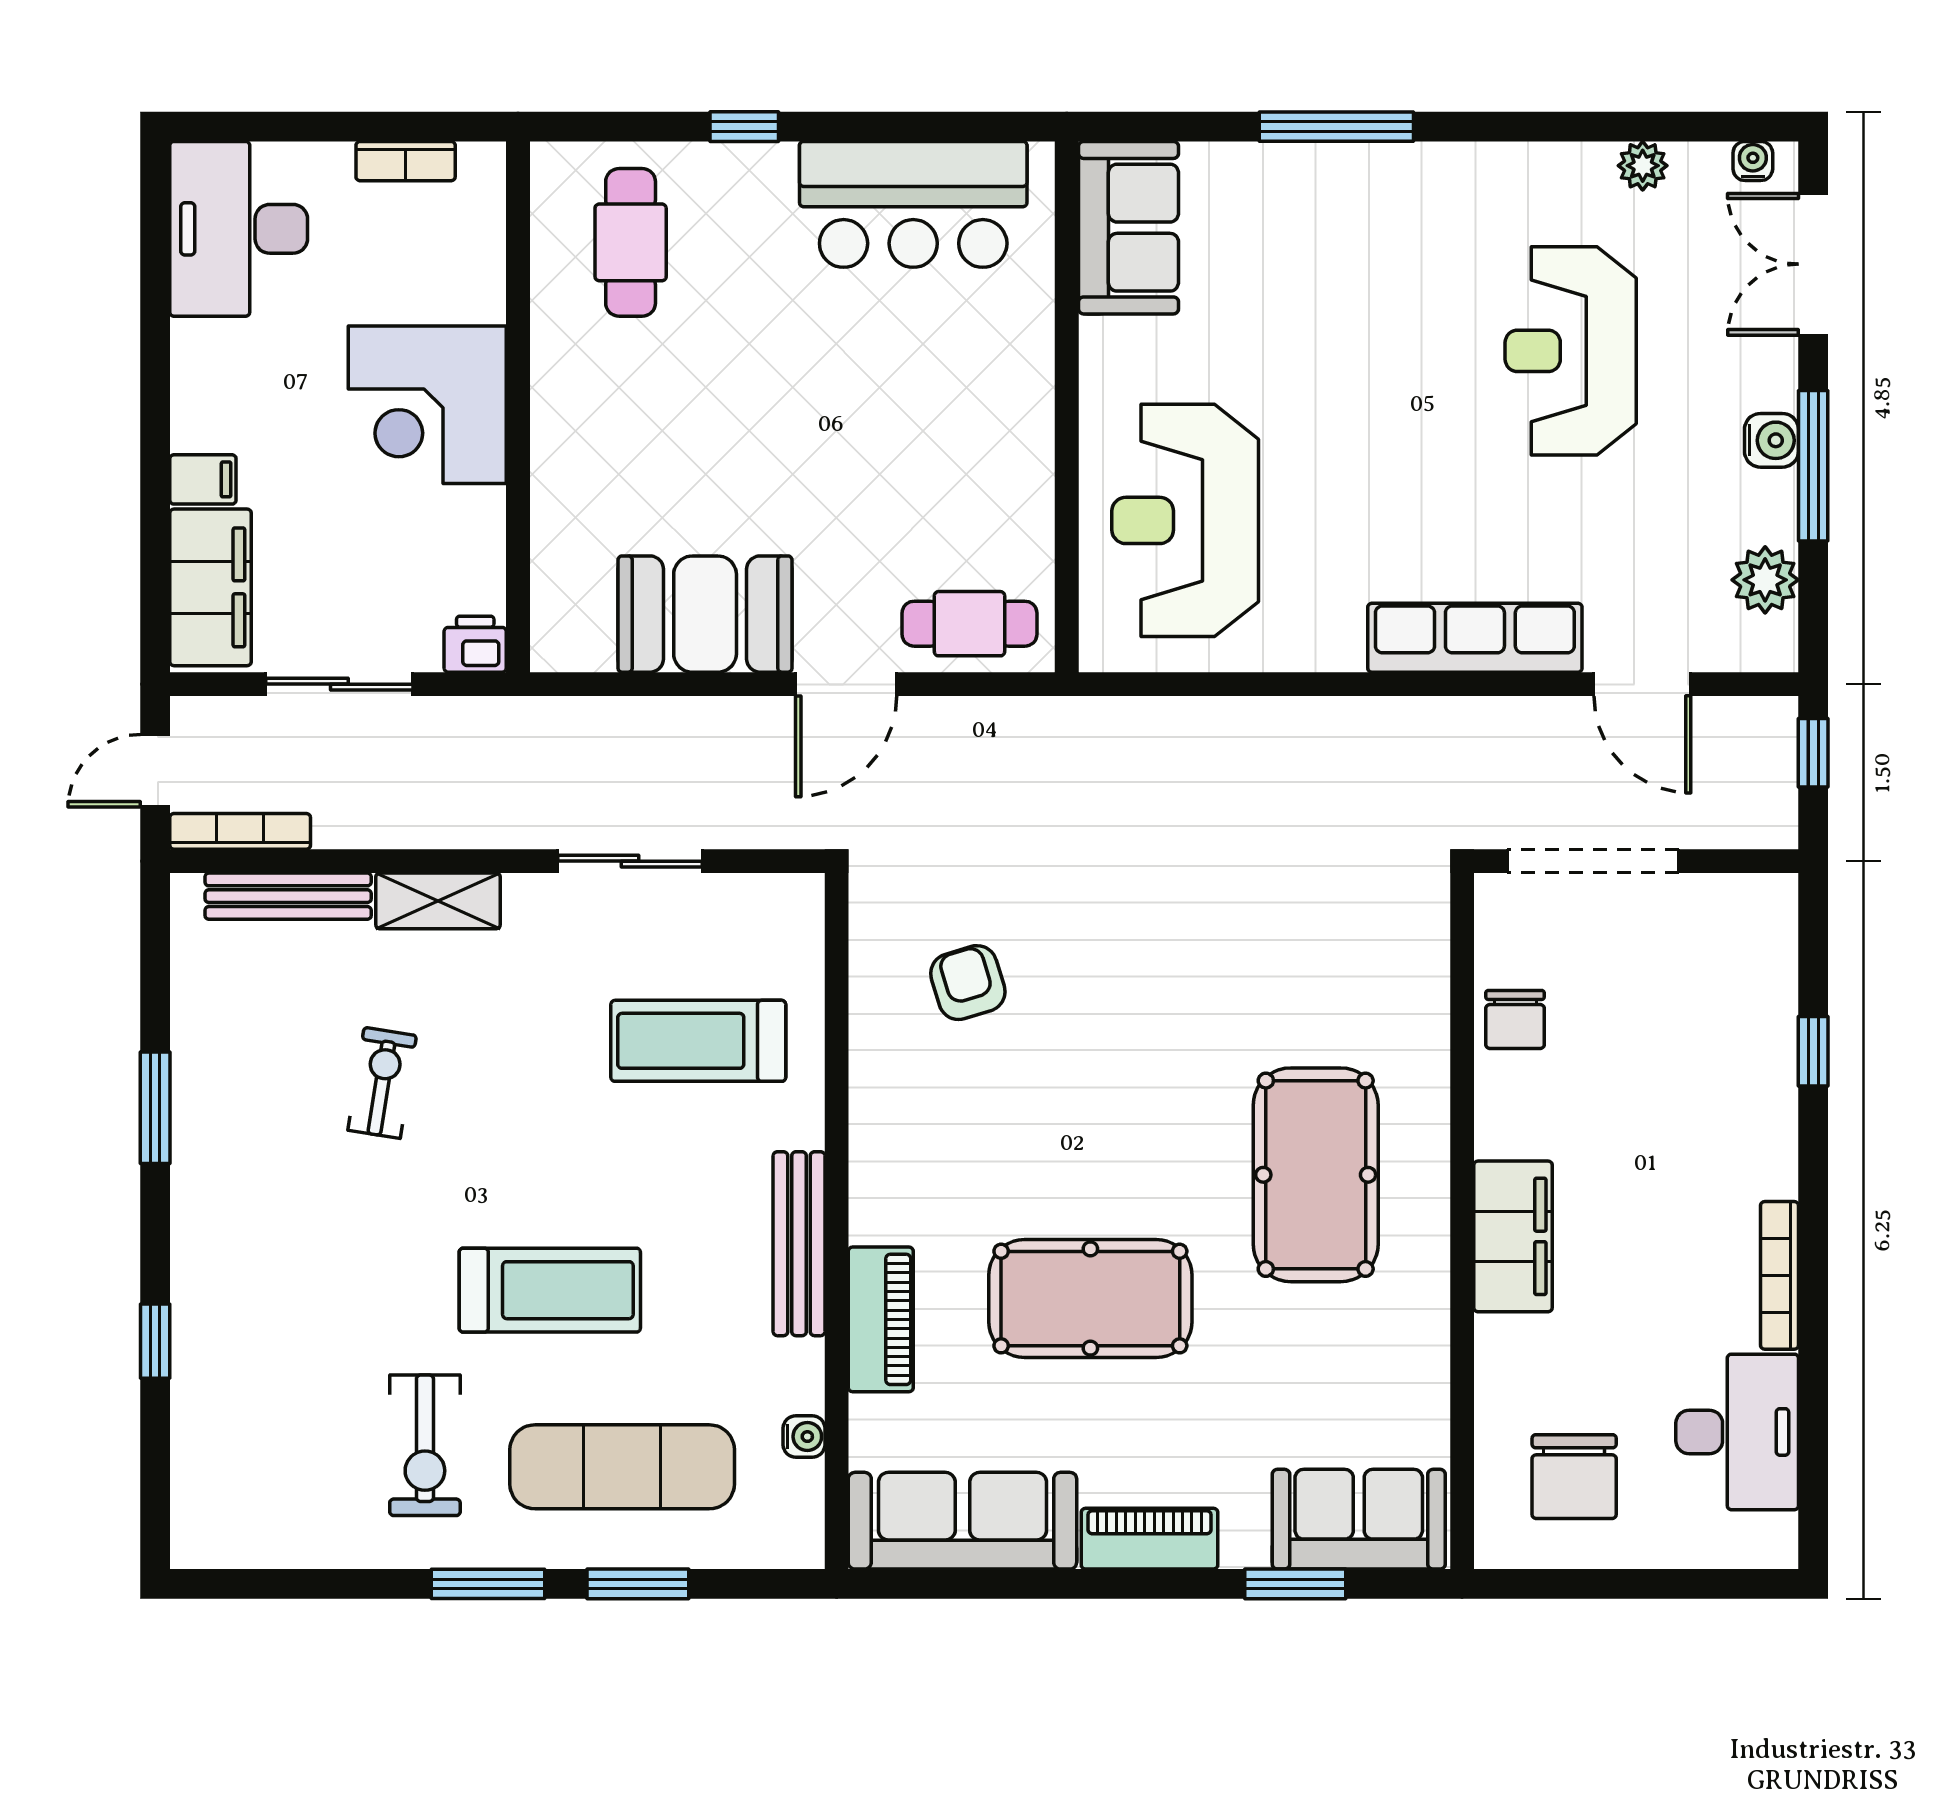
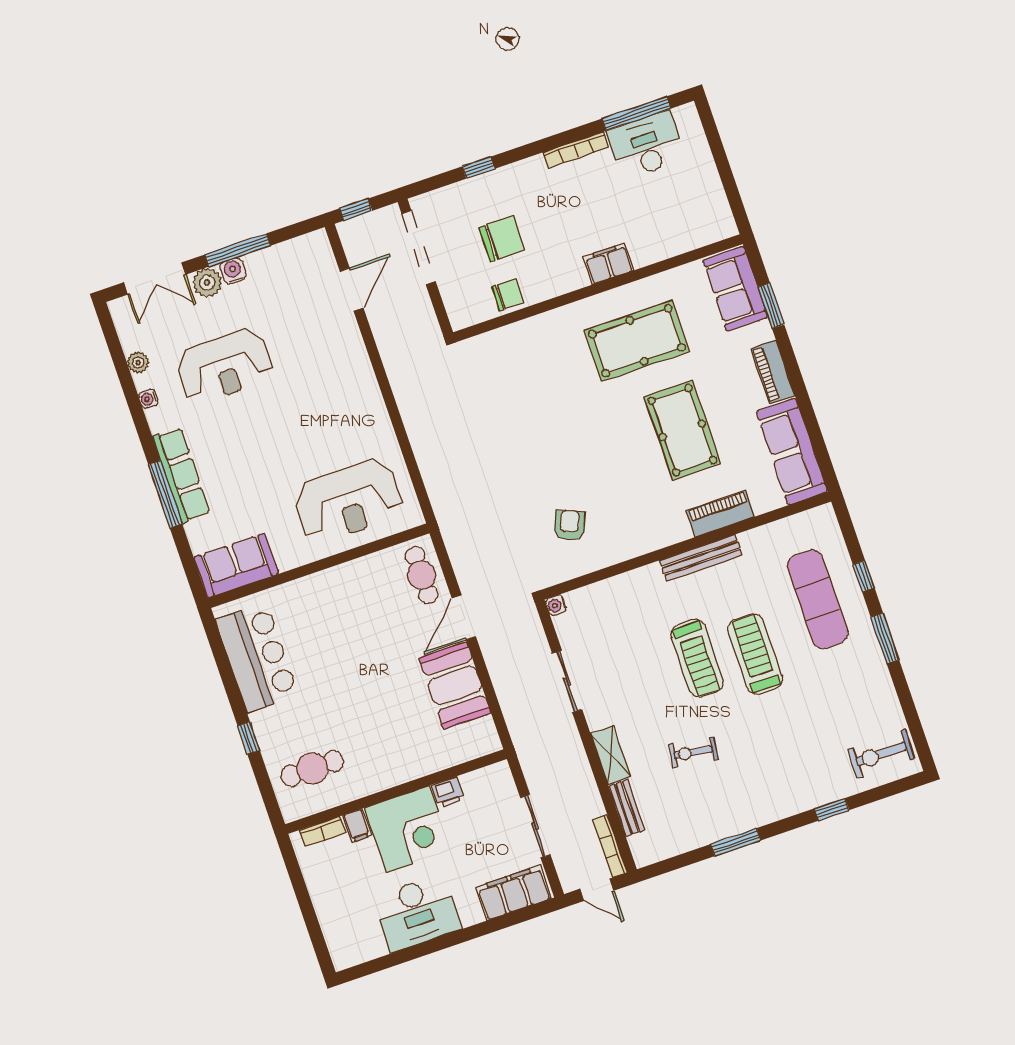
bookcase: (406, 161) -> (322, 831), moved, turned 90
water cooler: (1753, 161) -> (148, 399), moved
desk: (239, 229) -> (417, 913), moved
filing cabinet: (203, 479) -> (357, 826), moved, turned 180
plant: (1765, 580) -> (207, 283), moved
row of seats: (1475, 638) -> (181, 475), moved, turned 180
printer: (475, 644) -> (448, 792), moved, turned -90
door: (846, 684) -> (464, 617), swing flipped
doorway: (1593, 861) -> (419, 248), moved
bench: (288, 896) -> (627, 808), width x0.73
armchair: (968, 983) -> (570, 525), turned 129
treadmill: (698, 1041) -> (697, 658), moved
pool table: (1316, 1175) -> (637, 341), moved
filing cabinet: (1513, 1236) -> (608, 264), width x0.67, depth x0.86
window: (1813, 1434) -> (636, 114), added
water cooler: (804, 1437) -> (556, 605), moved, turned -90
exercise bike: (425, 1445) -> (881, 754), moved, turned 180
chair: (1574, 1477) -> (502, 239), moved
window: (638, 1584) -> (864, 576), width x0.67

